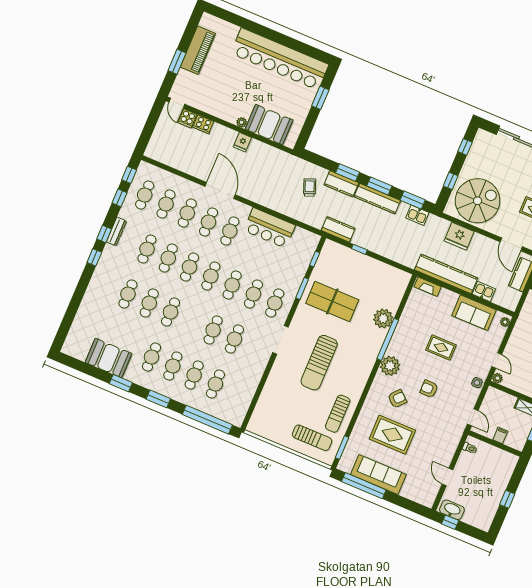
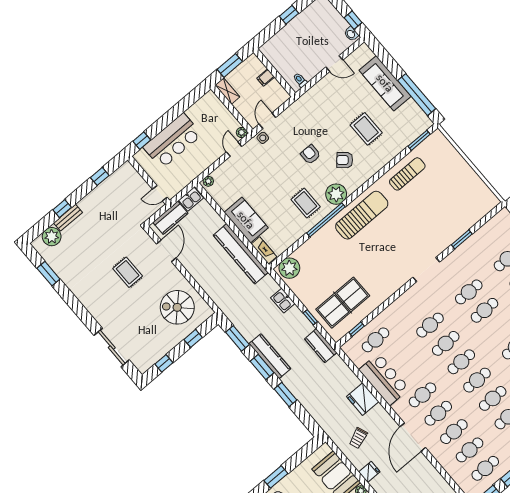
kitchen counter: (341, 184) -> (296, 387), removed
trolley: (310, 188) -> (358, 438), moved
spiral stairs: (478, 201) -> (177, 307), width x0.73, depth x0.73
kitchen sink: (417, 215) -> (283, 301), moved, turned 180
fridge: (459, 236) -> (363, 399), moved, turned 180
window: (302, 288) -> (462, 239), moved
kitchen sink: (484, 291) -> (191, 199), moved, turned -90
table tennis table: (332, 301) -> (343, 303), moved, turned 90
cafe table: (275, 303) -> (376, 340), moved
sofa: (474, 313) -> (246, 220), moved
plant: (383, 318) -> (289, 268), moved
rug: (441, 348) -> (306, 203), moved
sun lounger: (319, 363) -> (362, 215), moved
armchair: (429, 389) -> (310, 154), turned 180
door: (473, 417) -> (267, 121), moved
rug: (392, 435) -> (366, 129), width x0.73, depth x0.70
sun lounger: (312, 438) -> (442, 163), removed
sofa: (378, 475) -> (385, 83), moved
door: (448, 477) -> (334, 64), hinge flipped
washbasin: (452, 510) -> (351, 34), width x0.52, depth x0.69

